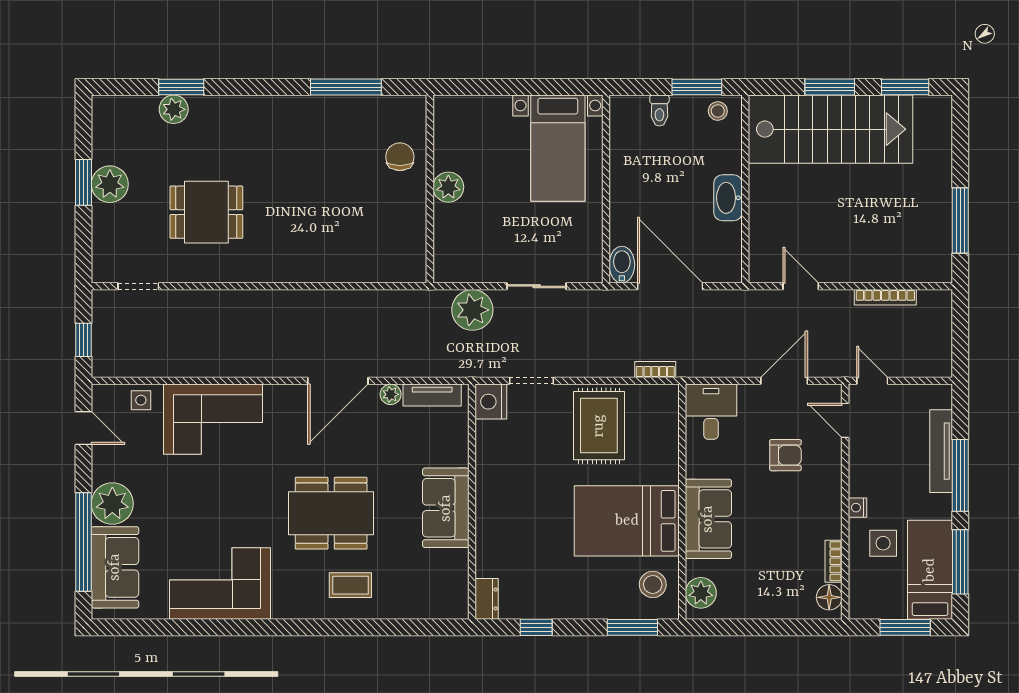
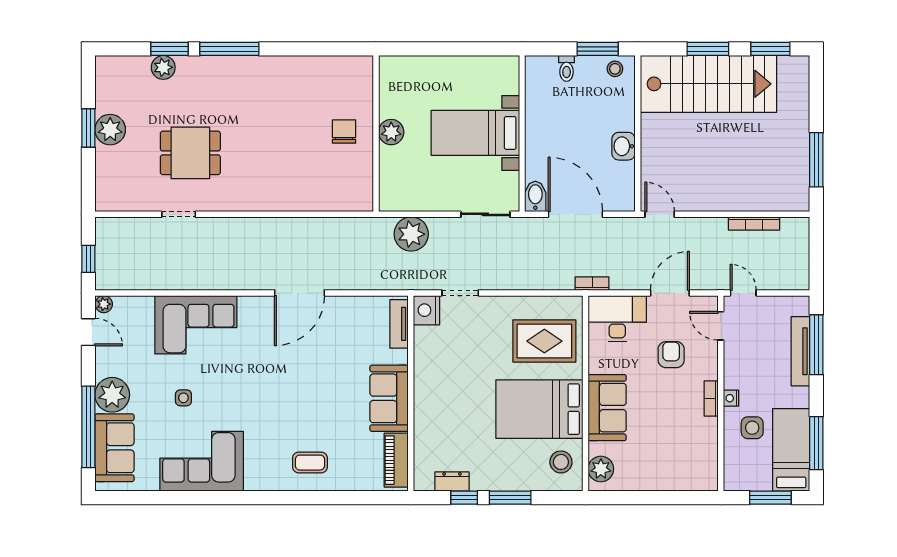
window: (346, 87) -> (229, 49), moved
bed with nightstands: (558, 148) -> (475, 133), moved, turned 90
chair: (400, 157) -> (344, 132), moved
washbasin: (728, 198) -> (623, 146), width x0.72
doorway: (138, 286) -> (179, 214), moved
sliding door: (537, 286) -> (485, 214), moved
door: (801, 286) -> (660, 214), moved
bookcase: (655, 370) -> (592, 284), moved
plant: (391, 394) -> (104, 304), moved
tv unit: (432, 395) -> (399, 324), moved, turned 90
side table: (141, 400) -> (183, 398), moved
desk: (711, 412) -> (617, 318), width x1.37
rug: (599, 426) -> (544, 341), moved, turned 90
armchair: (785, 455) -> (671, 355), turned -90
window: (960, 475) -> (816, 345), moved
dining table: (331, 513) -> (294, 403), removed
bookcase: (834, 561) -> (711, 399), moved
piano: (454, 582) -> (396, 460), added
floor lamp: (829, 597) -> (707, 473), removed
dresser: (487, 599) -> (452, 481), moved, turned -90
window: (632, 627) -> (510, 498), moved

